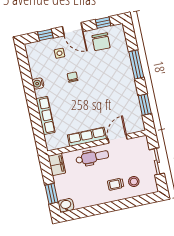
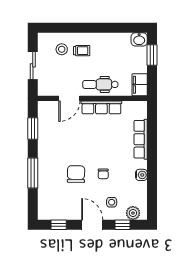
chair: (101, 42) -> (76, 174), moved
plant: (38, 48) -> (133, 213), added

